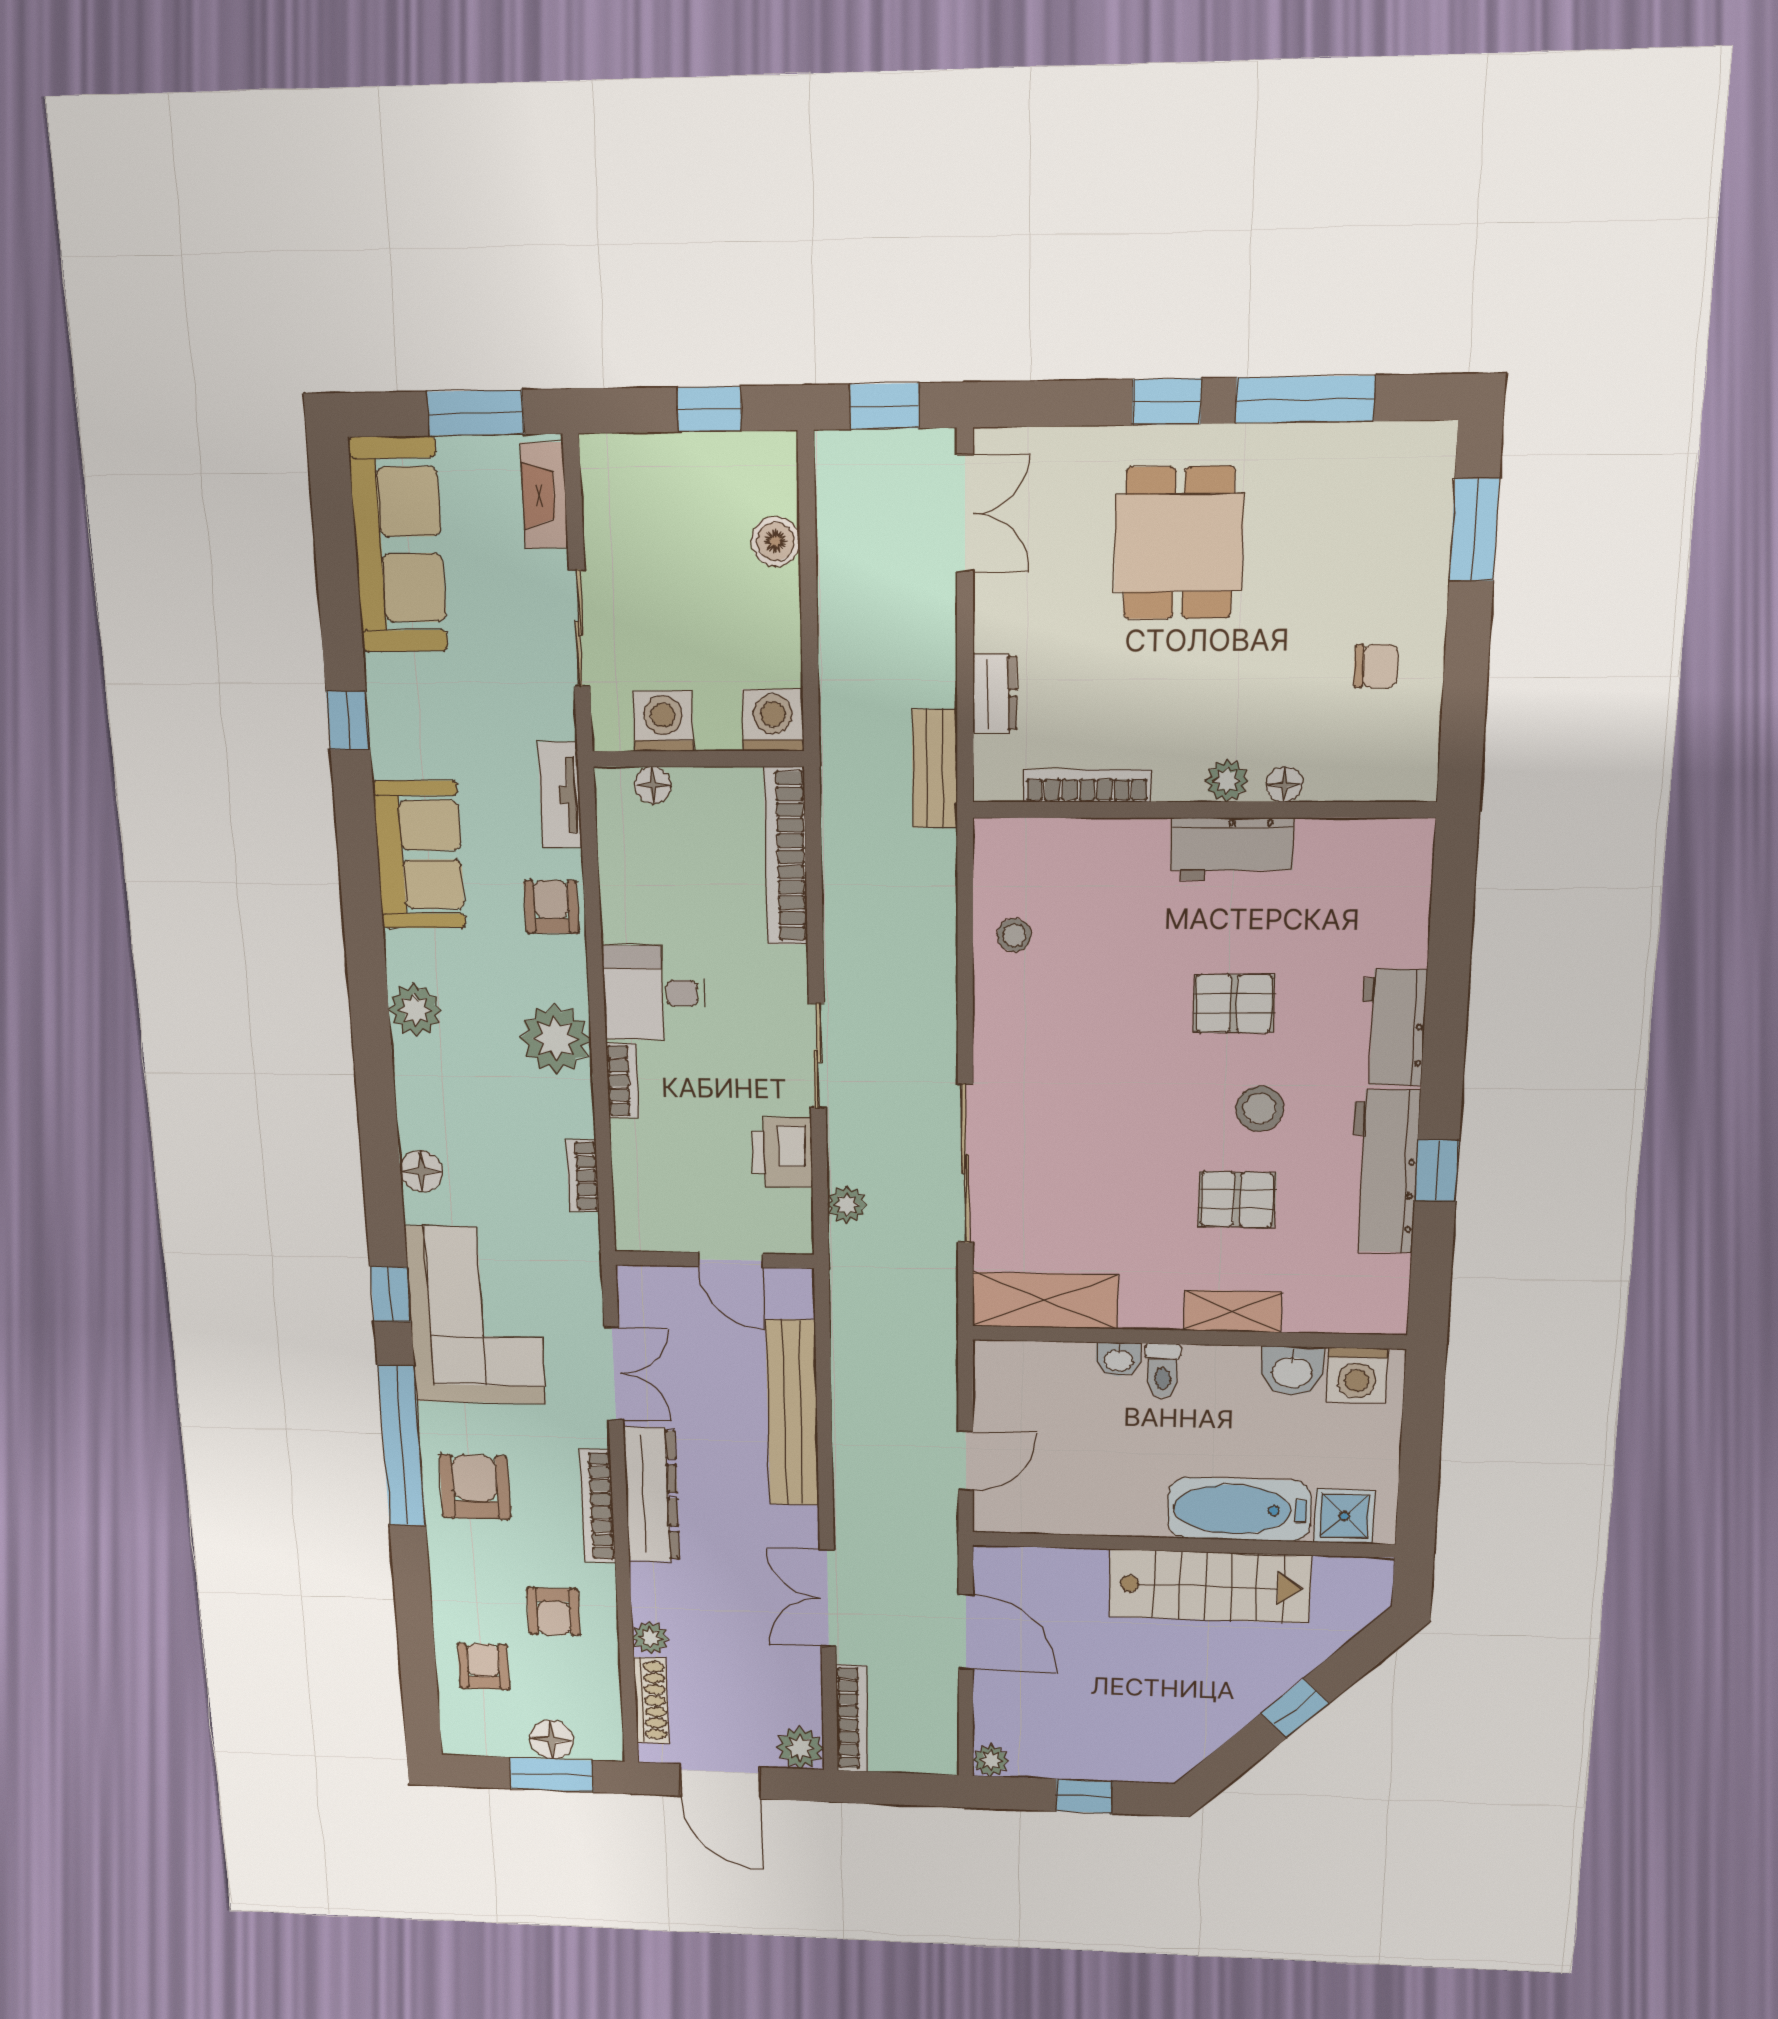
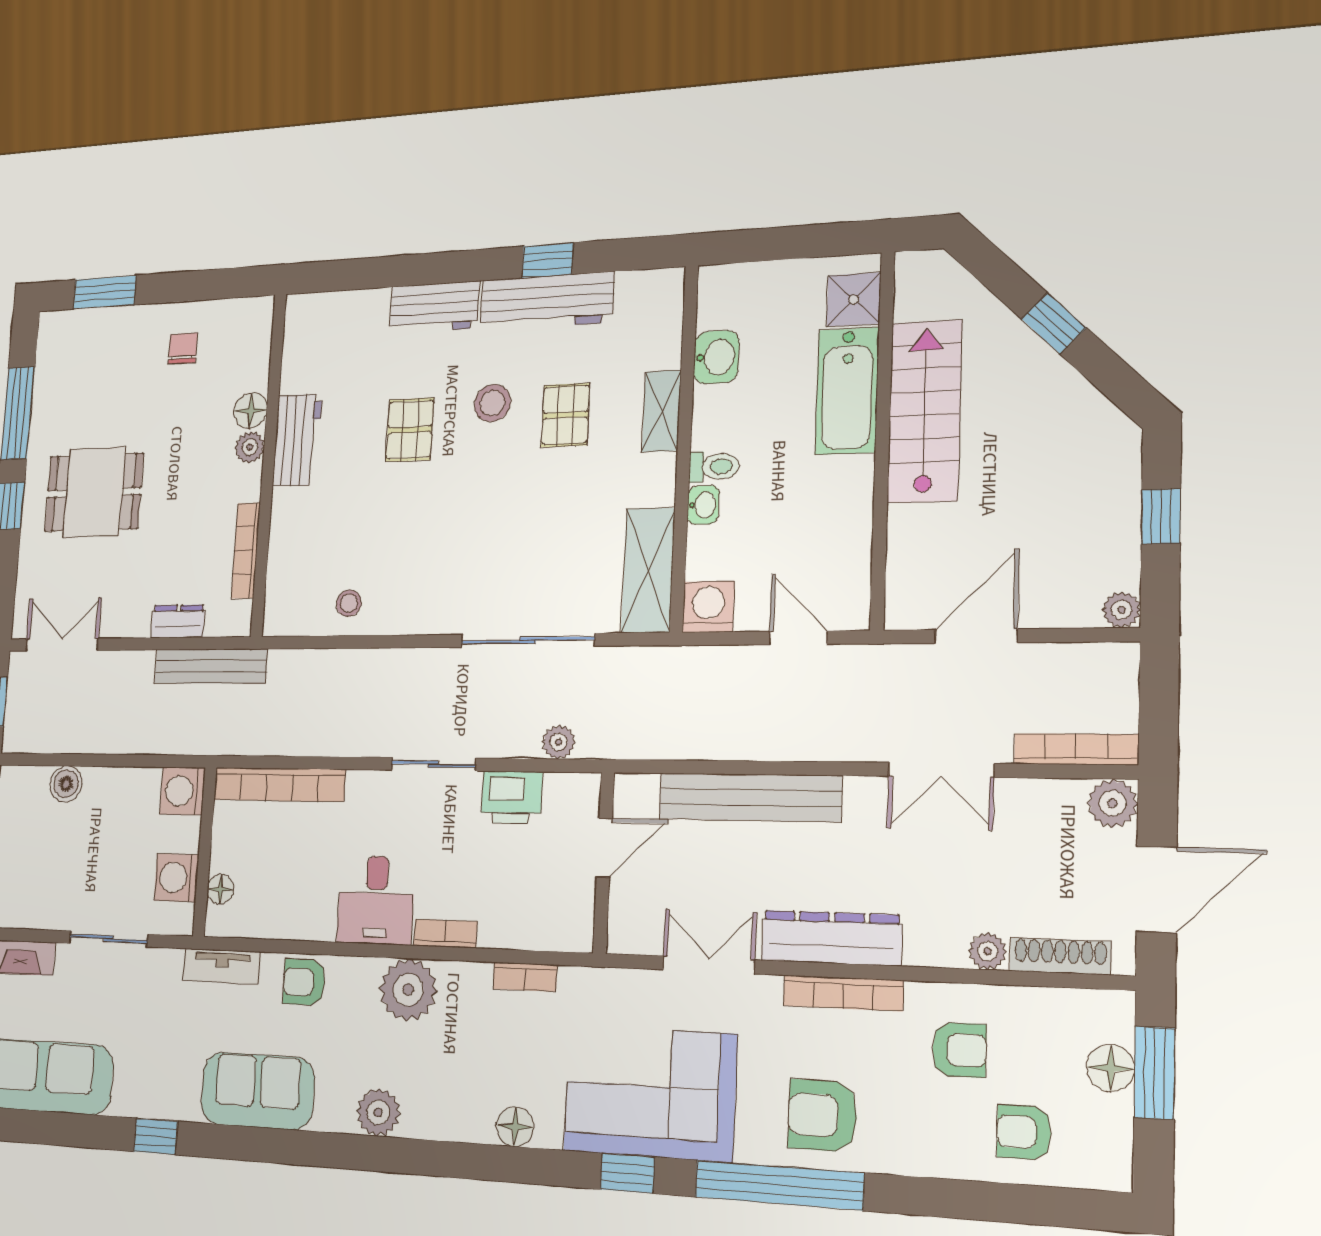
bench: (935, 769) -> (211, 666), width x1.36
floor lamp: (1284, 784) -> (251, 410), width x1.37, depth x1.37
washing machine: (1357, 1375) -> (708, 607), moved, turned -90

